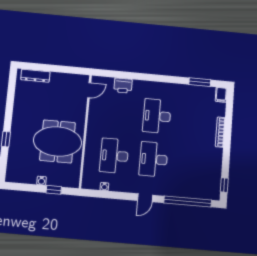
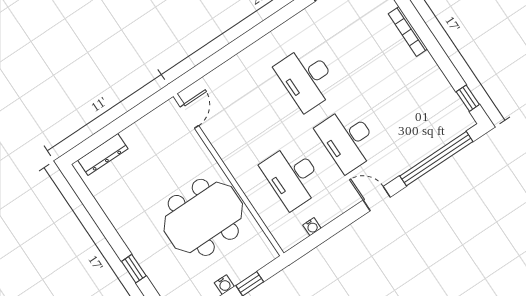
printer: (123, 86) -> (229, 74), removed
door: (145, 198) -> (377, 199), swing flipped

